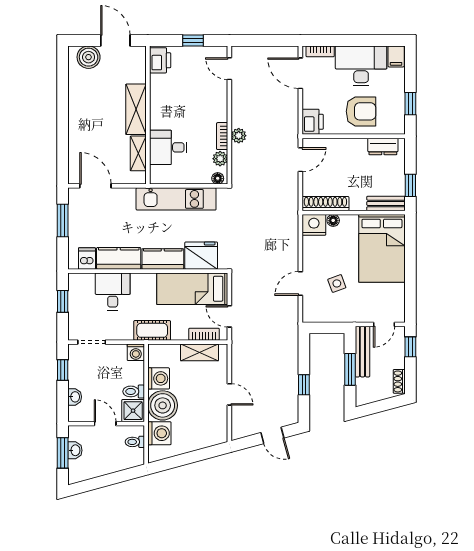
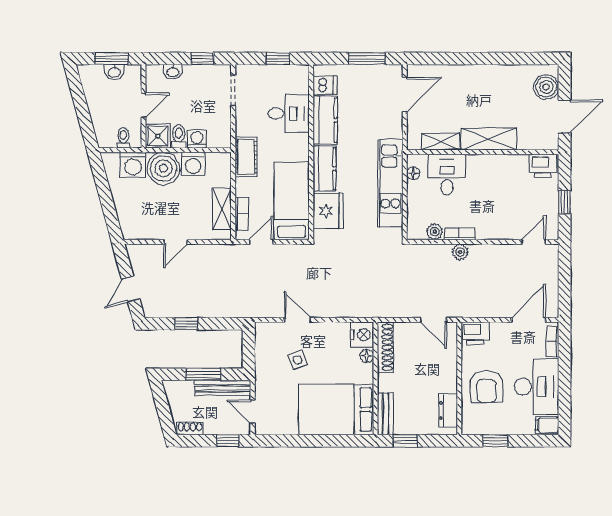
floor lamp: (218, 178) -> (413, 173), moved
washing machine: (136, 352) -> (197, 139), moved, turned 90

